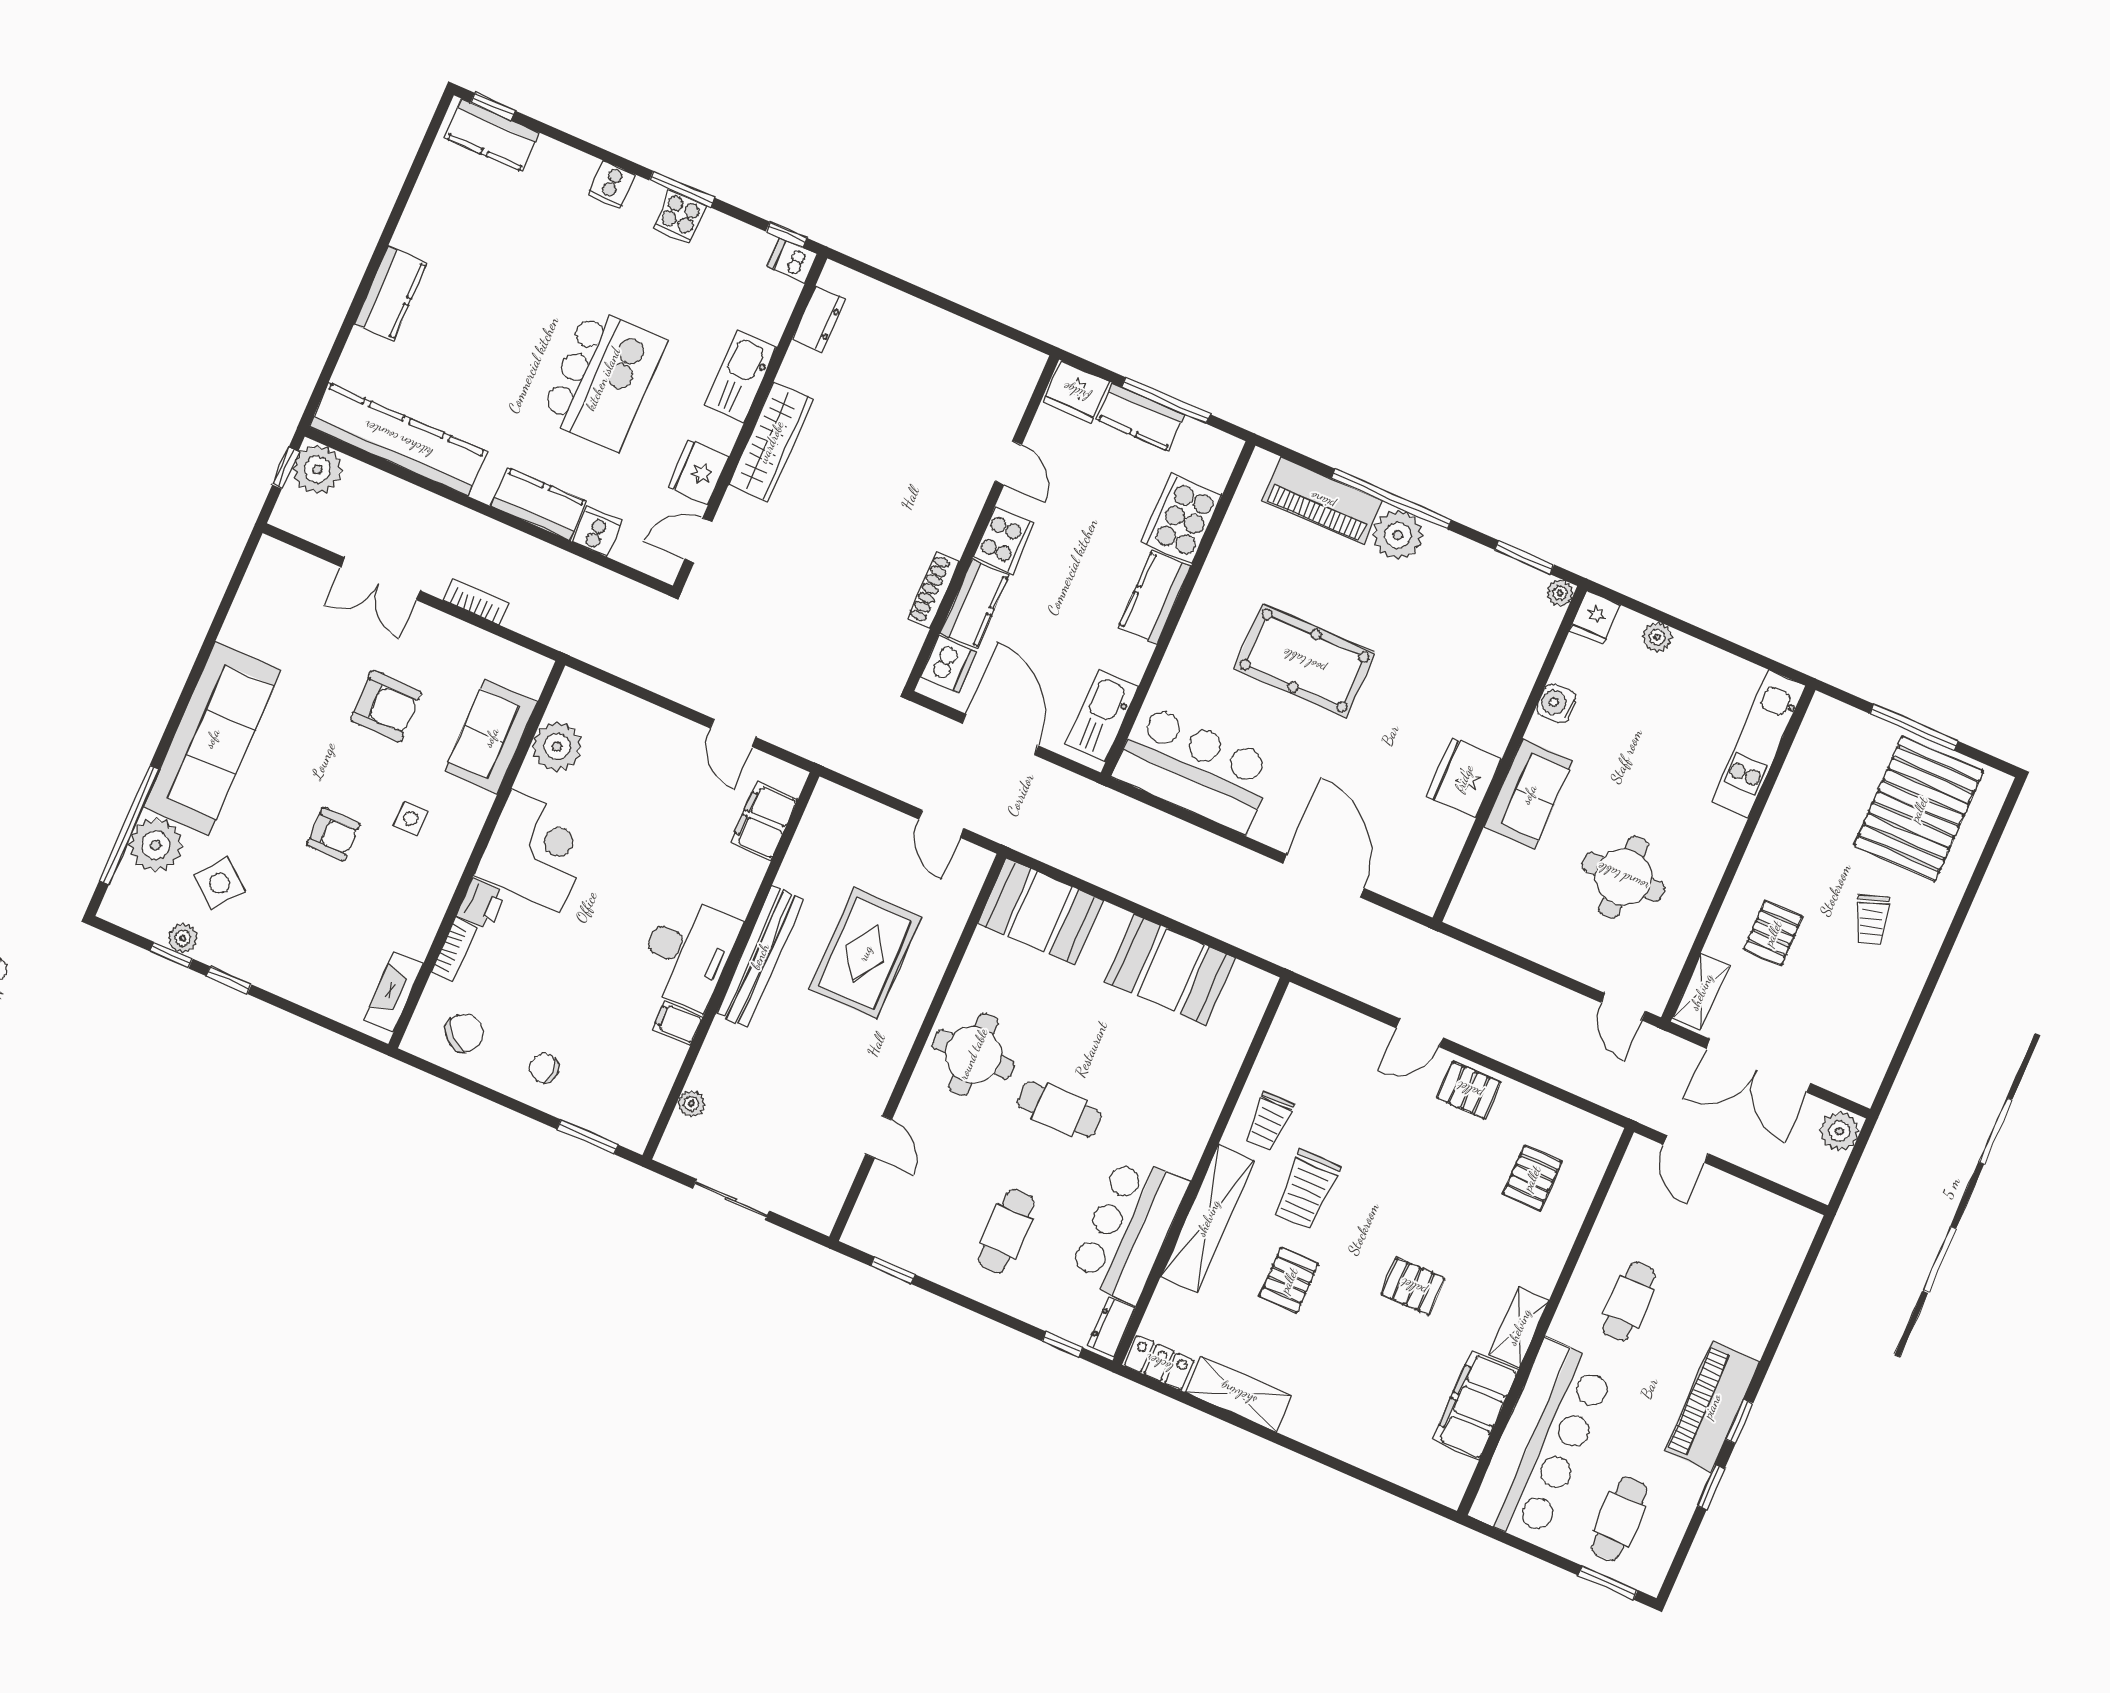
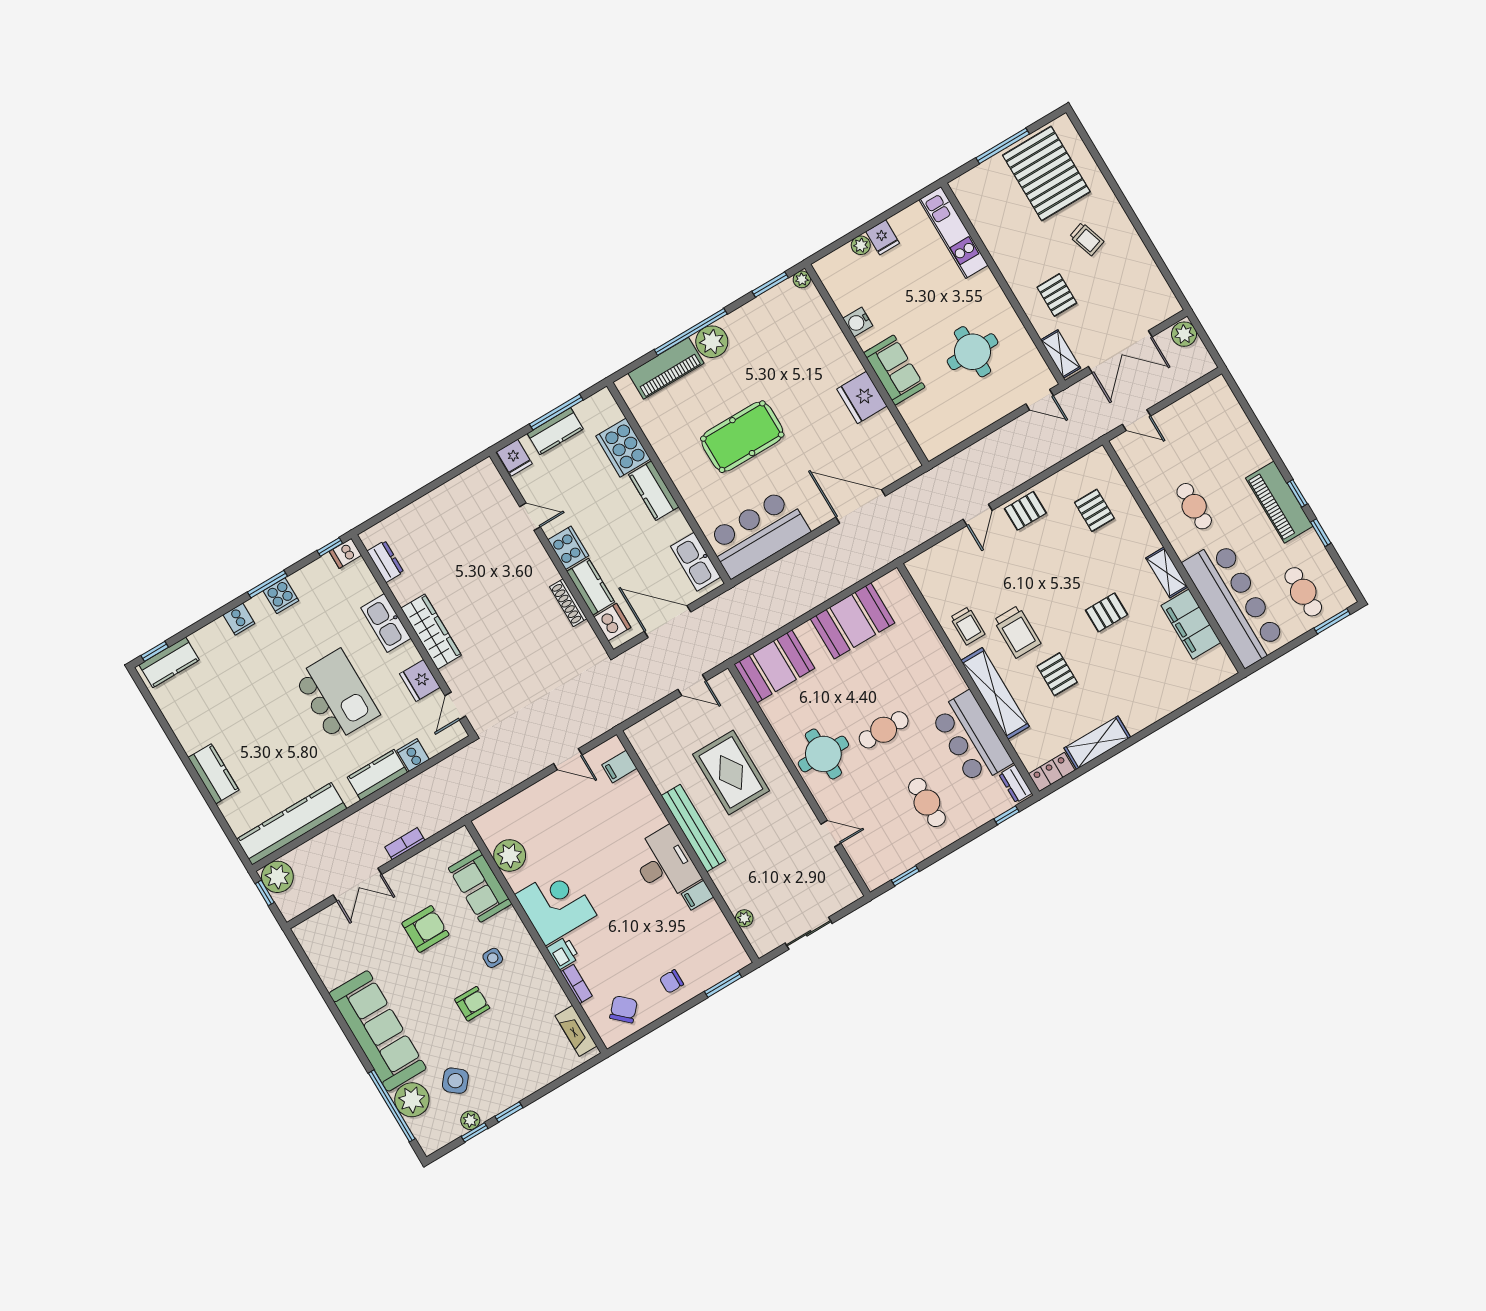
fridge: (1076, 392) -> (514, 458), width x0.72
fridge: (1595, 618) -> (883, 237), moved
filing cabinet: (764, 821) -> (619, 767), width x0.50

